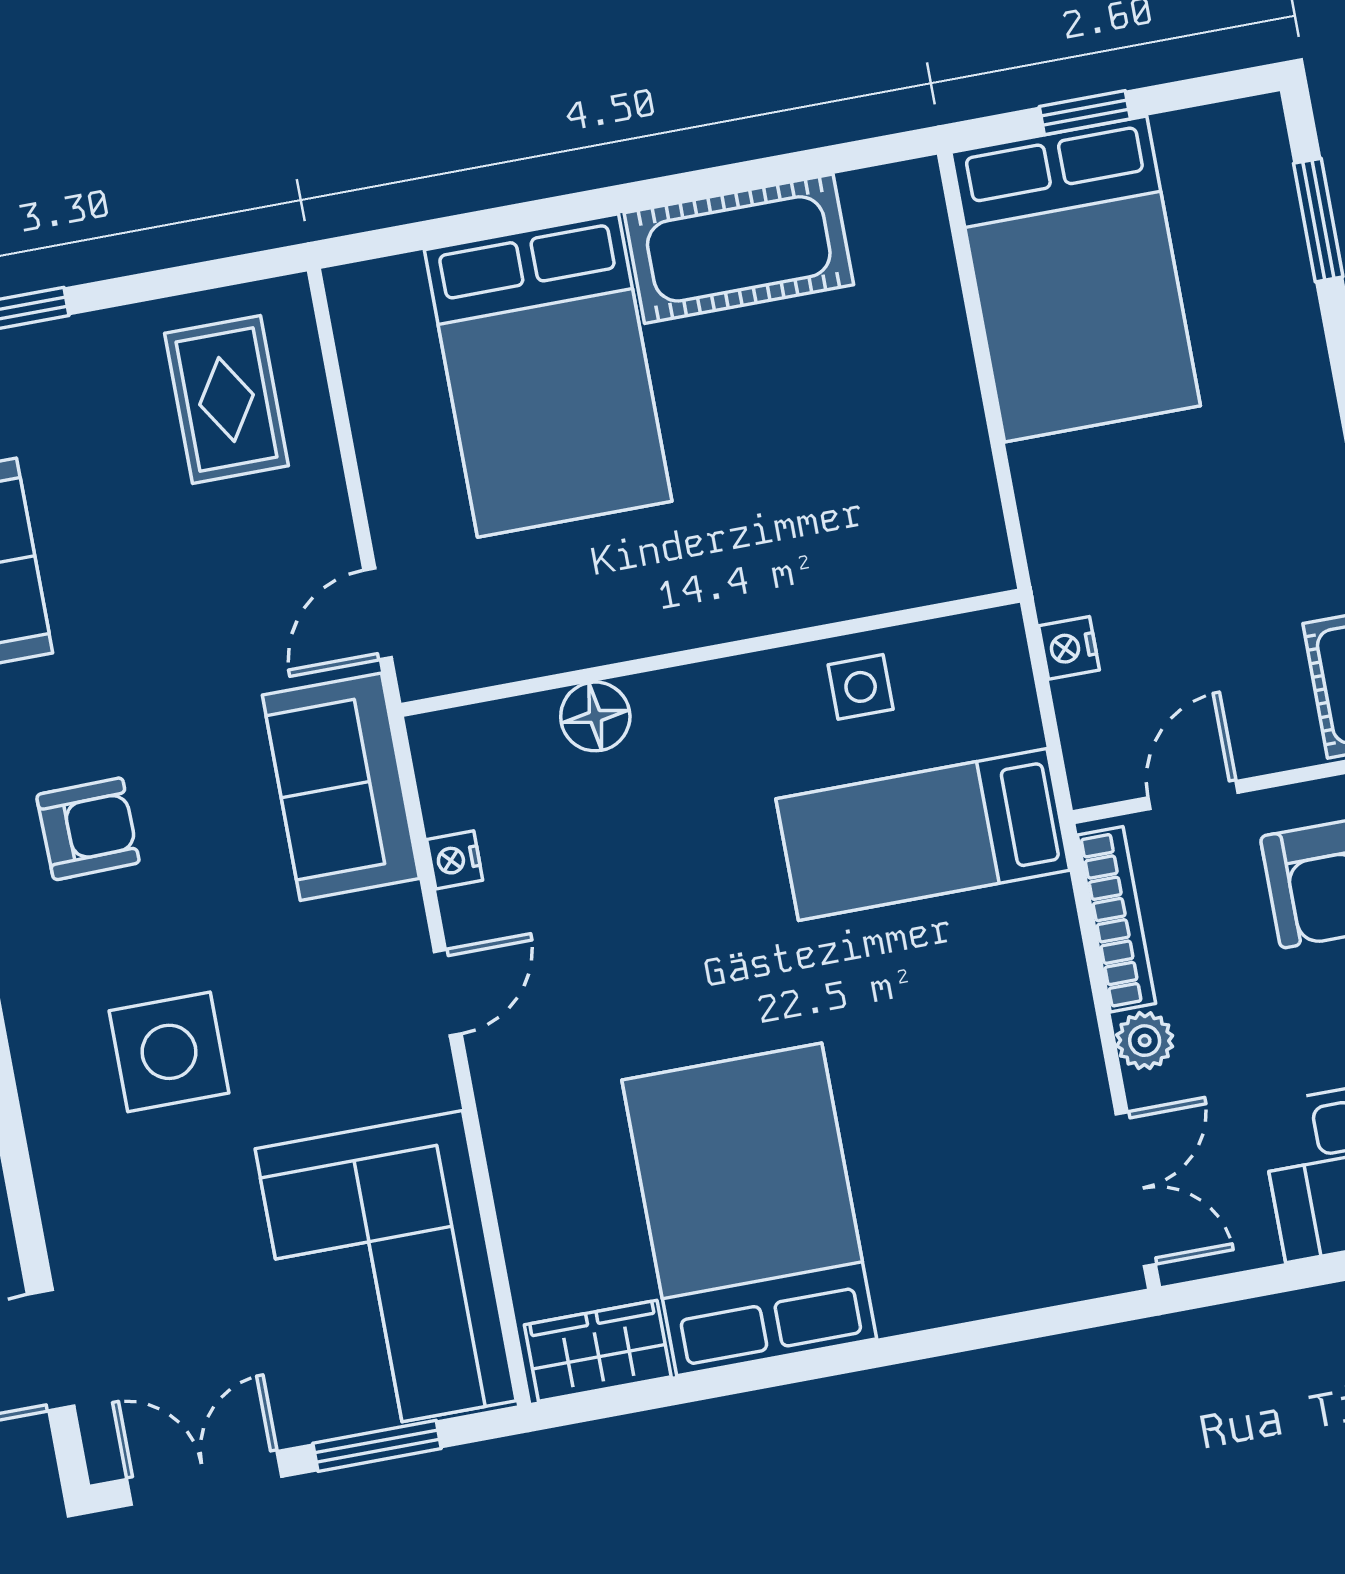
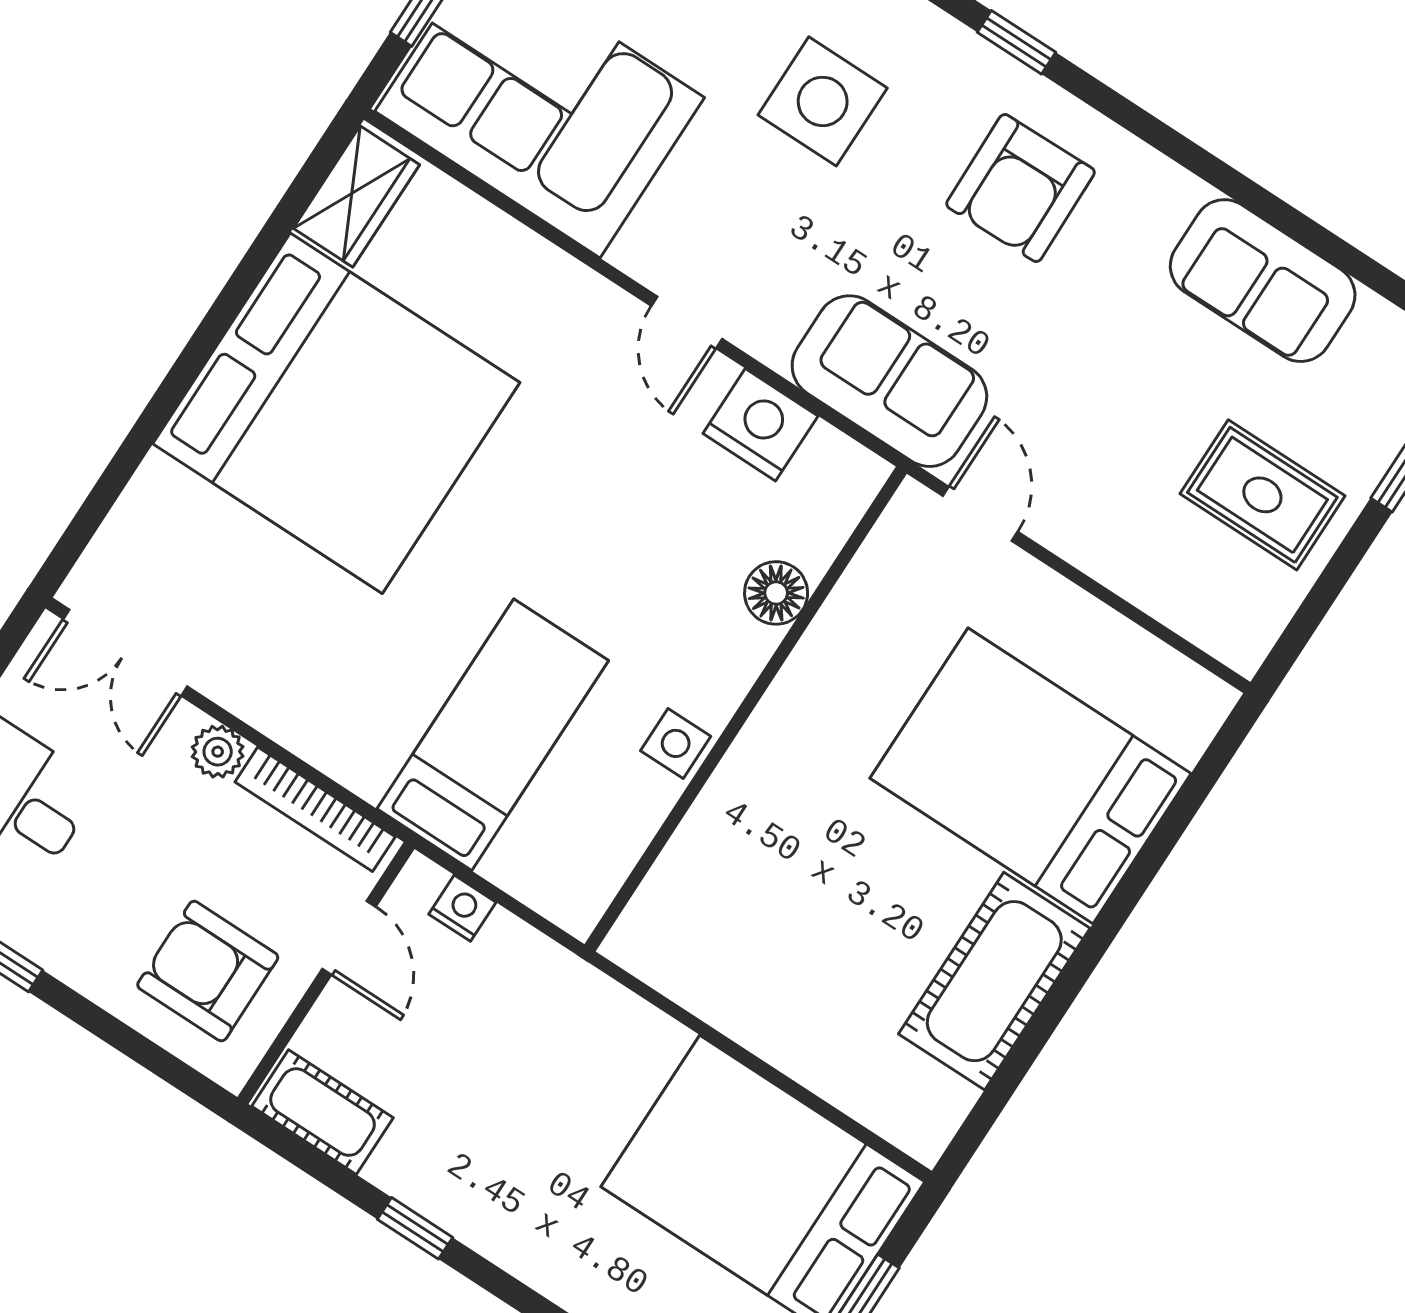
rug: (227, 400) -> (1262, 495), moved
nightstand: (1069, 648) -> (462, 908), moved
side table: (861, 687) -> (676, 743), moved
armchair: (88, 829) -> (1021, 188), width x1.38, depth x1.38
nightstand: (455, 860) -> (760, 425), width x1.89, depth x1.79
bed: (749, 1209) -> (336, 413), width x1.36

